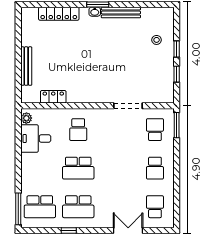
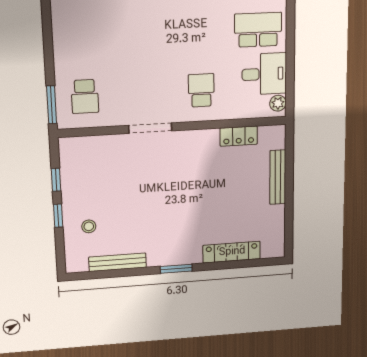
washbasin: (95, 12) -> (180, 259), removed
bench: (121, 13) -> (118, 262), moved
doorway: (128, 106) -> (150, 128), moved
school desk: (78, 168) -> (258, 30), moved
school desk: (155, 168) -> (82, 38), removed

